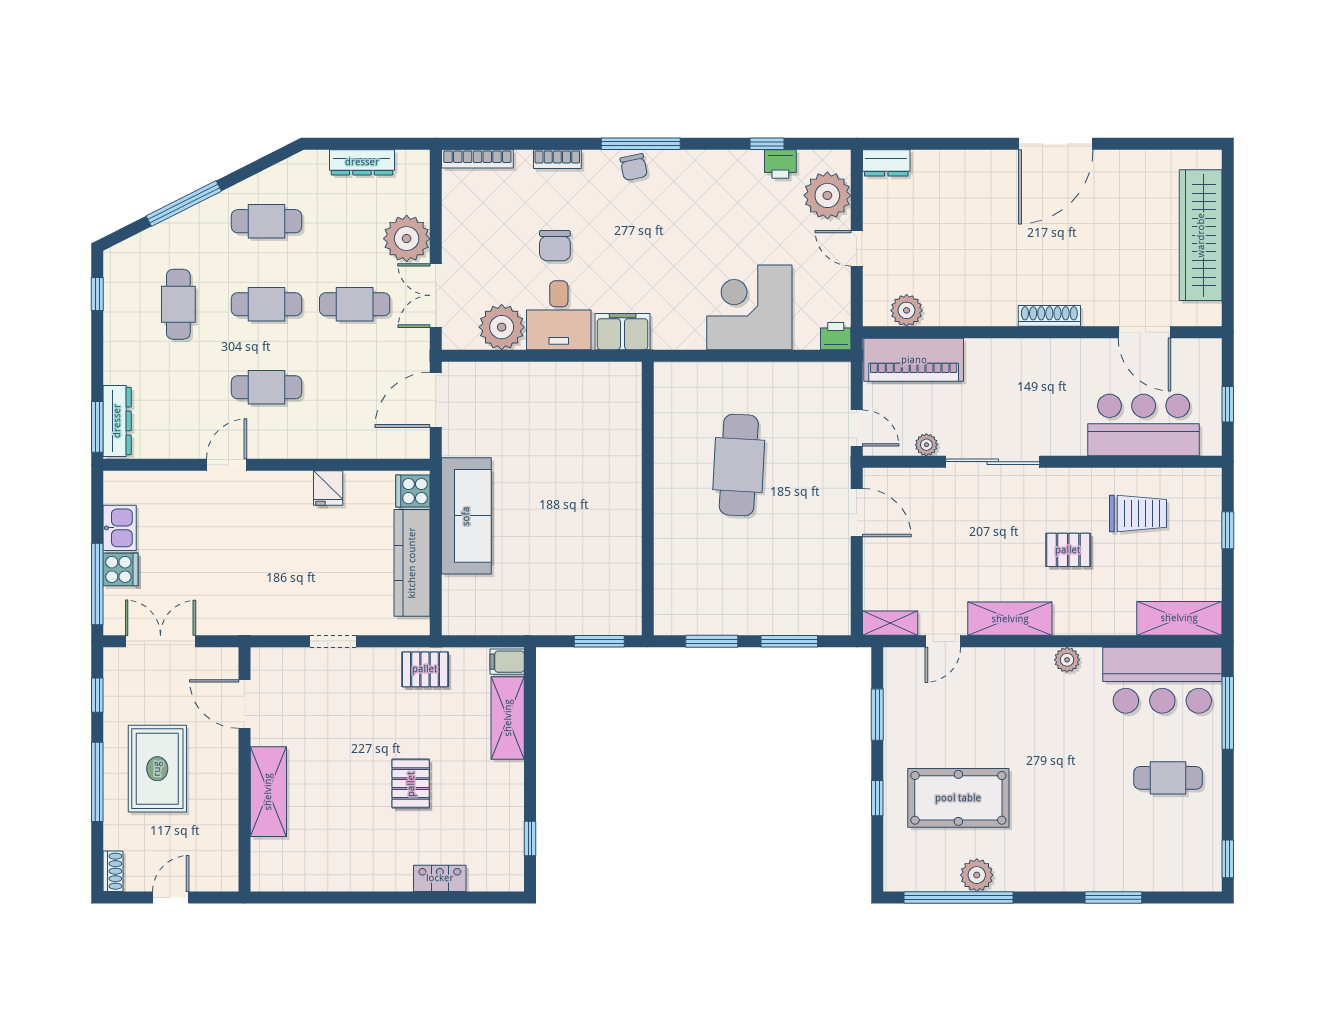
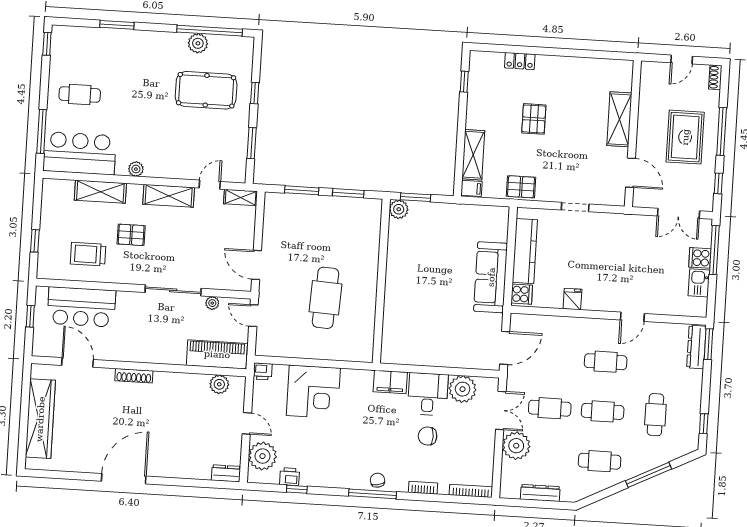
chair: (555, 246) -> (428, 436), turned -90
shelving: (1179, 618) -> (100, 192), moved
plant: (626, 620) -> (399, 209), added

